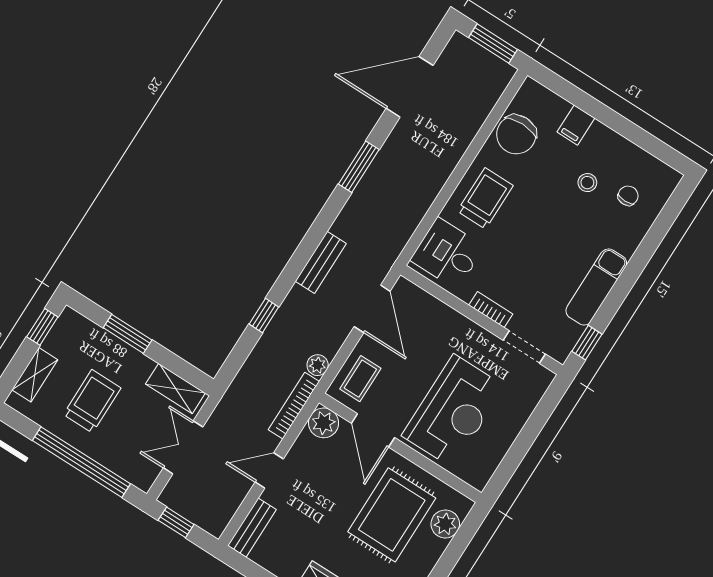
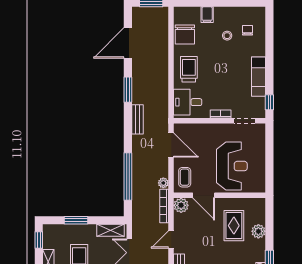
bench: (321, 262) -> (137, 119), moved
window: (264, 315) -> (128, 177), width x3.17
rug: (392, 515) -> (234, 226), width x0.73, depth x0.70
plant: (445, 524) -> (258, 231), moved

